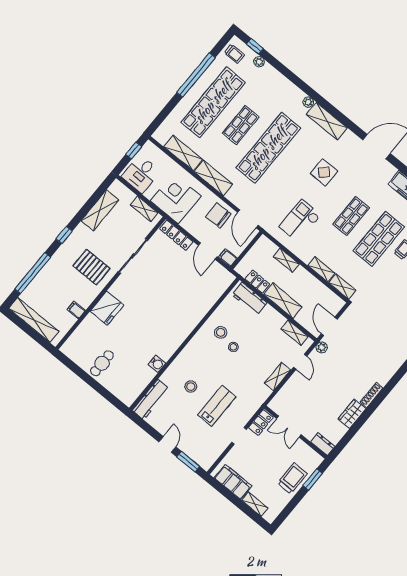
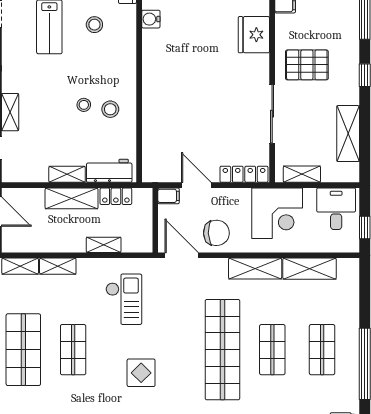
shop shelf: (213, 102) -> (322, 350), width x0.50, depth x0.74
shelving: (294, 333) -> (67, 174), moved

